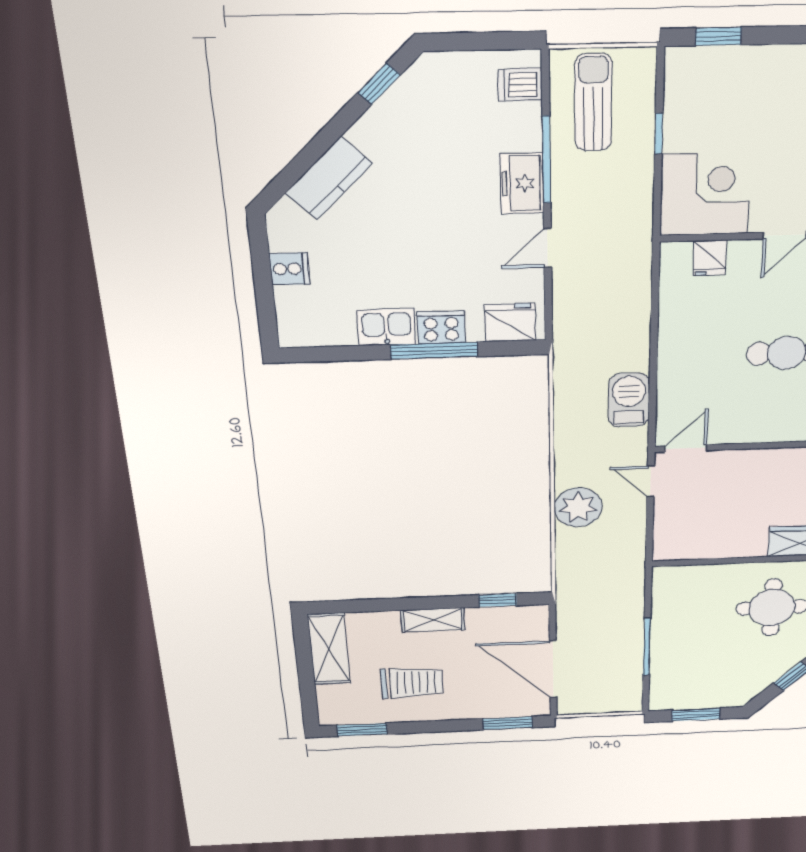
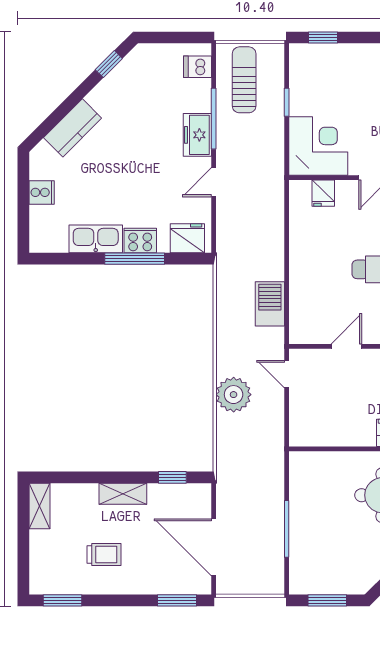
kitchen sink: (386, 327) -> (96, 239), width x1.38
door: (686, 448) -> (346, 346), moved
shelving: (329, 649) -> (39, 506), width x0.67, depth x0.75
trolley: (412, 683) -> (104, 554), width x0.73, depth x0.72

